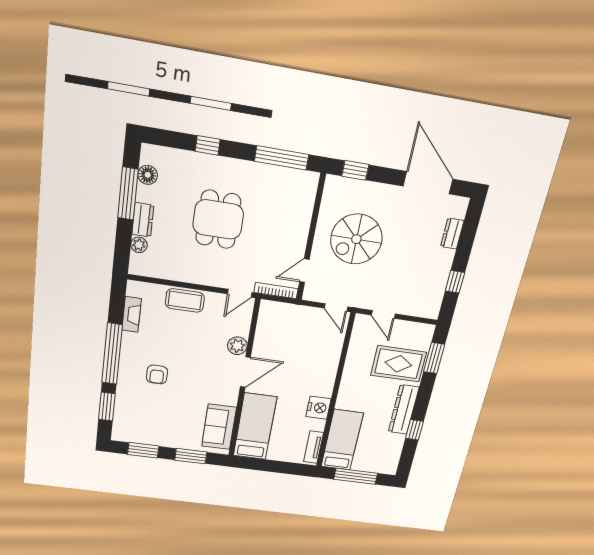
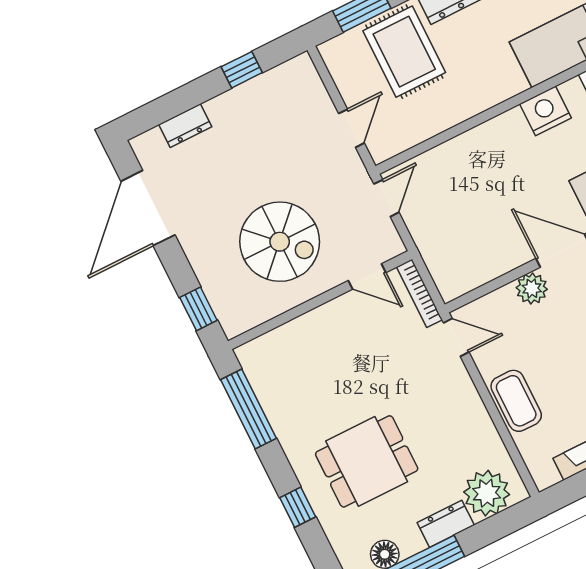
dining table: (218, 219) -> (367, 461), moved
plant: (139, 245) -> (487, 493), width x1.88, depth x1.88

